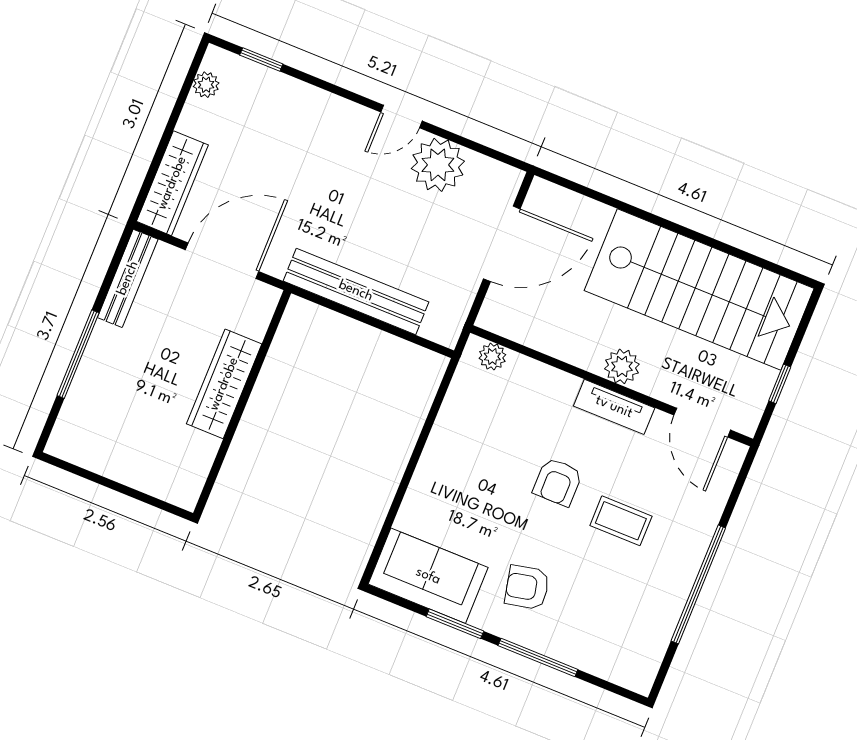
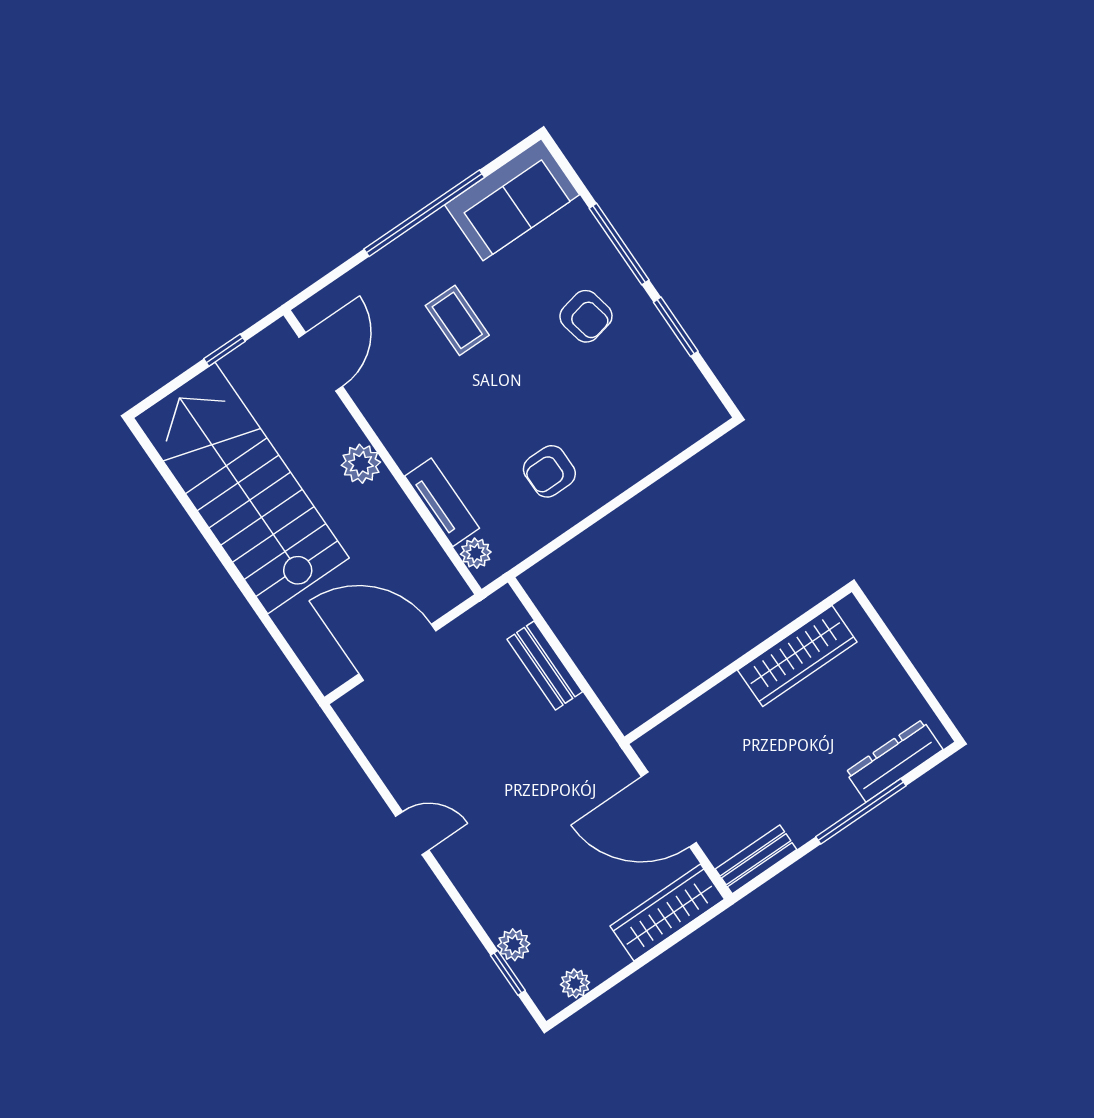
plant: (438, 165) -> (514, 945), moved, width x0.53, depth x0.53
bench: (128, 278) -> (756, 859), width x0.73
bench: (356, 291) -> (545, 665), width x0.54, depth x0.82
wardrobe: (224, 384) -> (797, 656), moved
tv unit: (614, 407) -> (442, 502), moved
dresser: (78, 408) -> (894, 761), added
armchair: (558, 482) -> (549, 471), moved, turned 180
sofa: (428, 576) -> (512, 200), moved, turned -90

